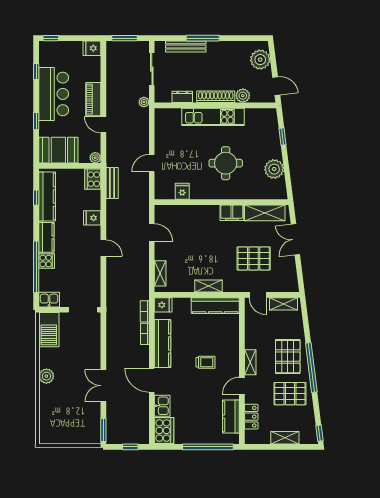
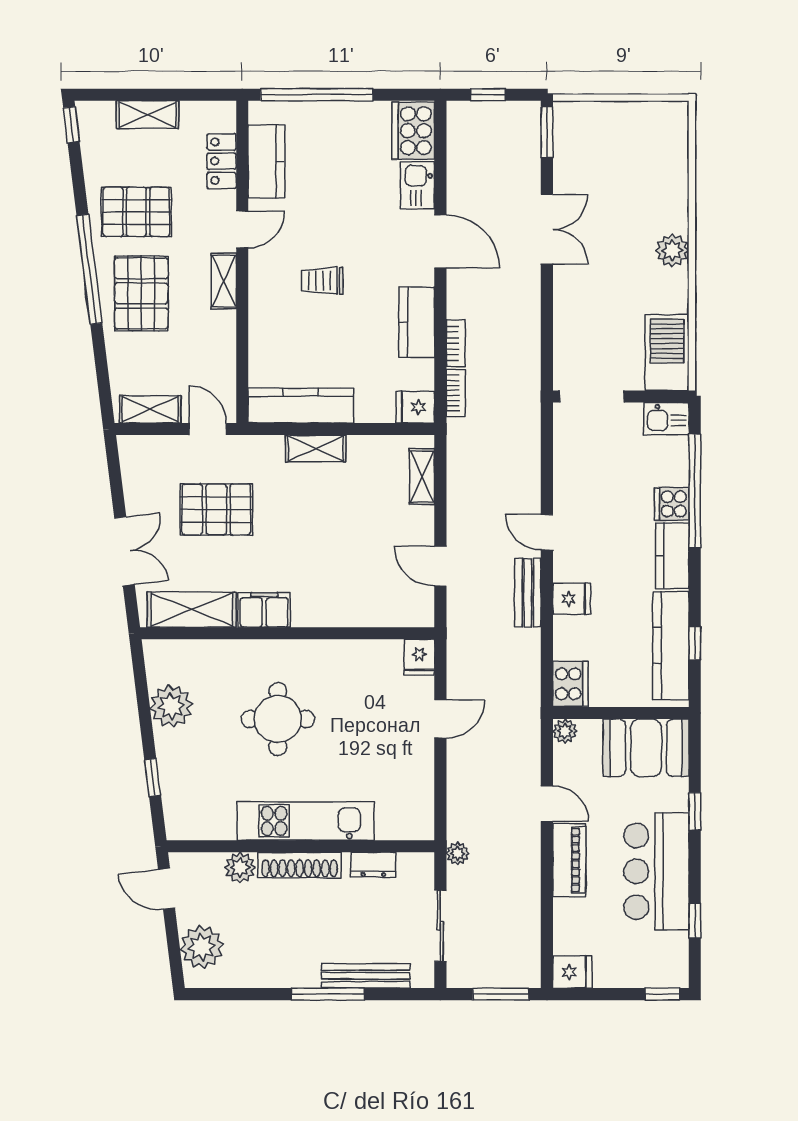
bench: (112, 183) -> (528, 593), moved
fridge: (182, 191) -> (419, 657), moved
kitchen counter: (163, 343) -> (417, 322), width x0.67

